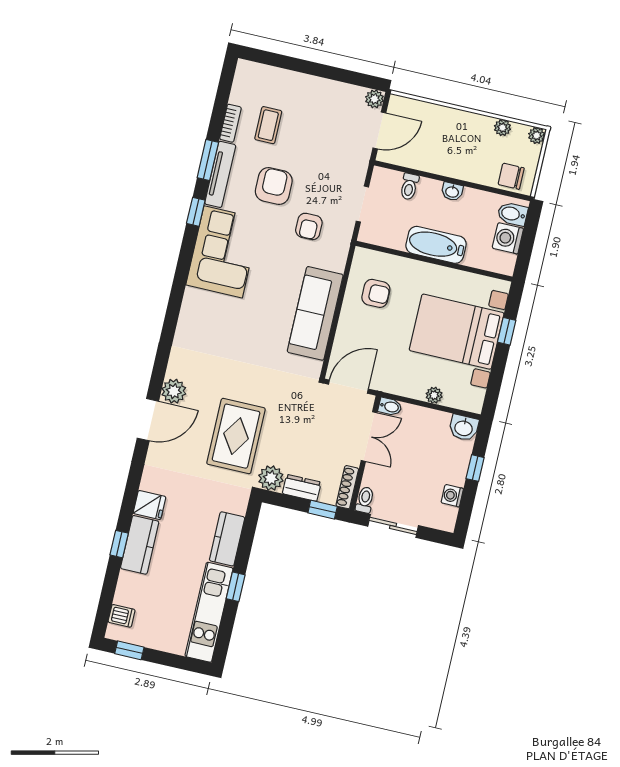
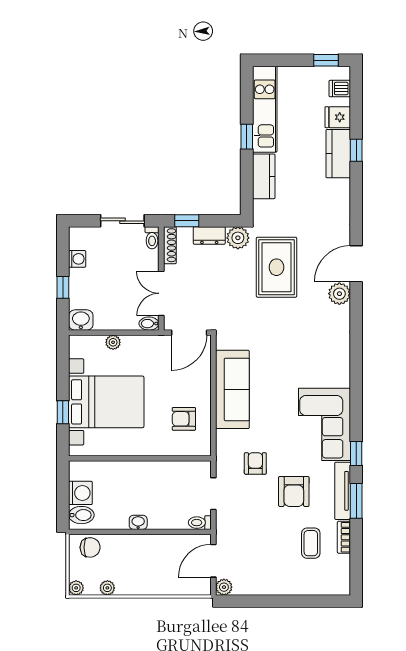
toilet: (409, 186) -> (200, 523), moved, turned -90
bathtub: (436, 245) -> (141, 473), removed
fridge: (149, 505) -> (338, 117), moved

